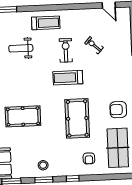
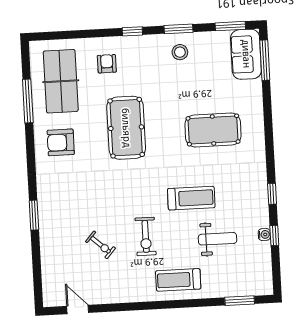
treadmill: (68, 78) -> (191, 198), moved
armchair: (118, 110) -> (61, 142), turned 180

